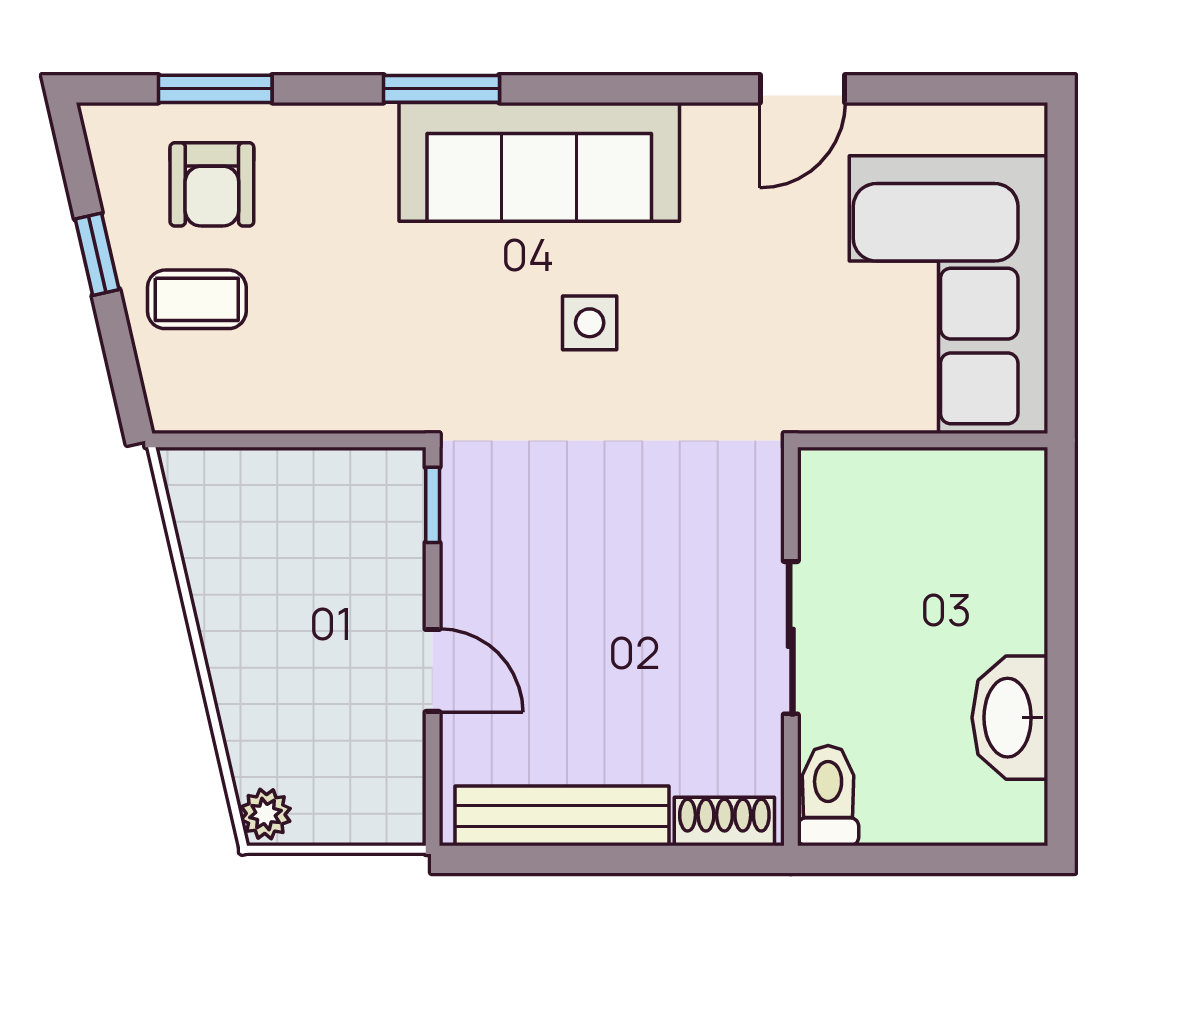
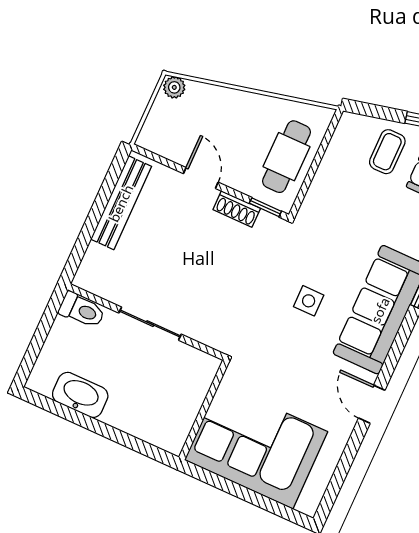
door: (802, 89) -> (372, 404), moved
cafe table: (305, 509) -> (286, 157), added
door: (433, 670) -> (201, 178), swing flipped
shoe rack: (724, 821) -> (237, 209), moved, turned 90

